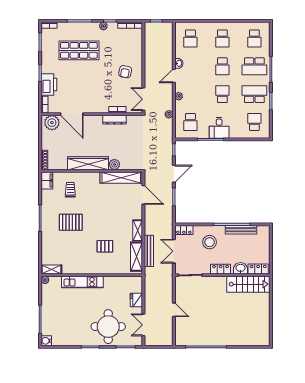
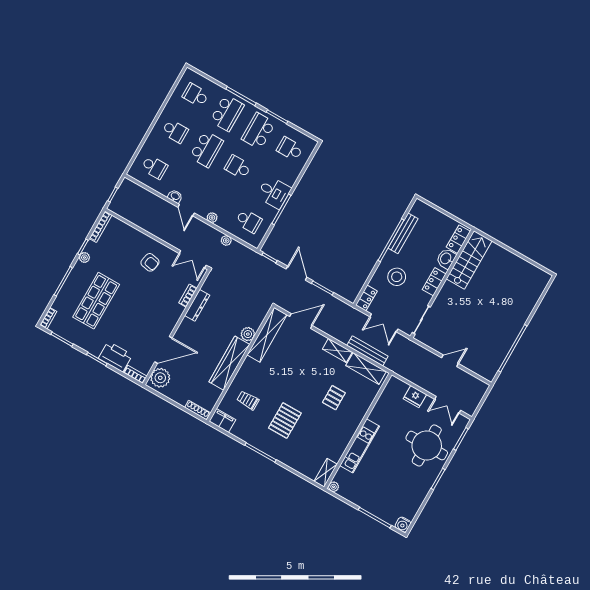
school desk: (254, 38) -> (196, 95), turned 180
school desk: (222, 66) -> (206, 149), width x1.85

